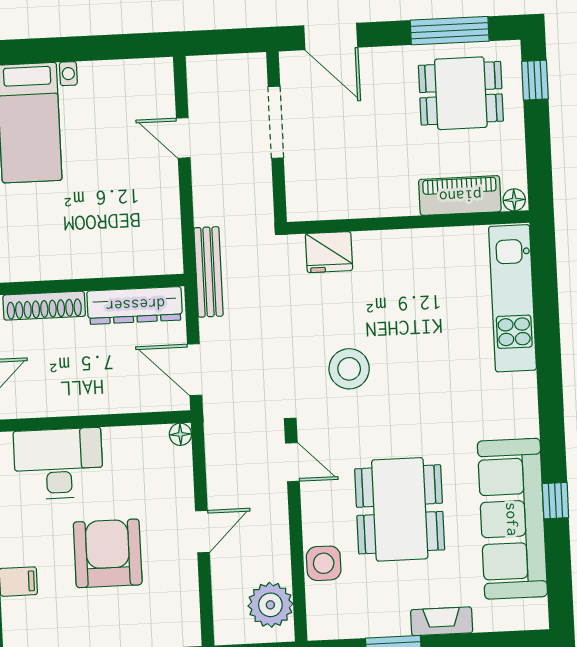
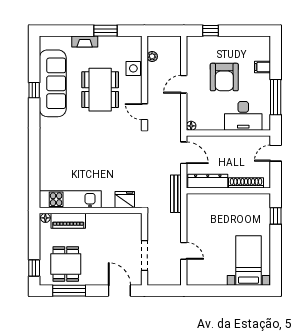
dining table: (461, 93) -> (66, 264), turned 90
kitchen unit: (513, 298) -> (70, 199), moved, turned -90
stool: (349, 369) -> (119, 150), removed
plant: (270, 605) -> (152, 56), width x0.53, depth x0.53

